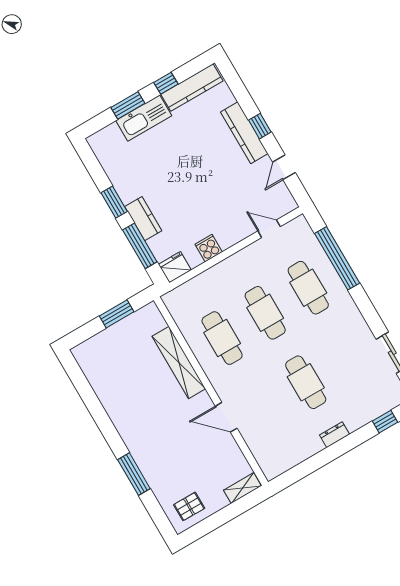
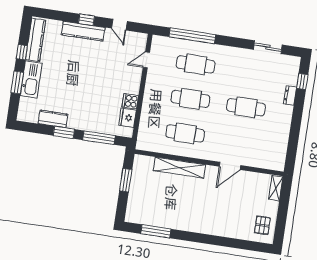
kitchen counter: (143, 219) -> (53, 119), moved
fridge: (175, 267) -> (127, 118), moved
dresser: (335, 435) -> (290, 96), moved
window: (134, 474) -> (156, 231), moved

